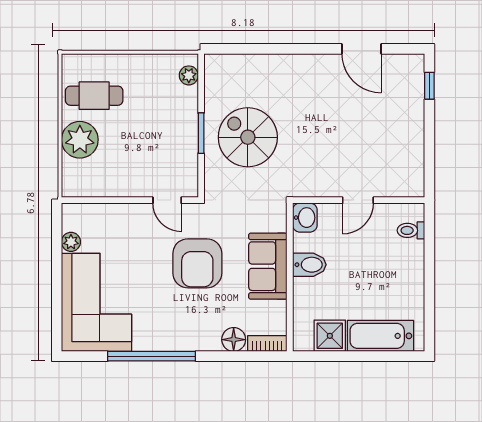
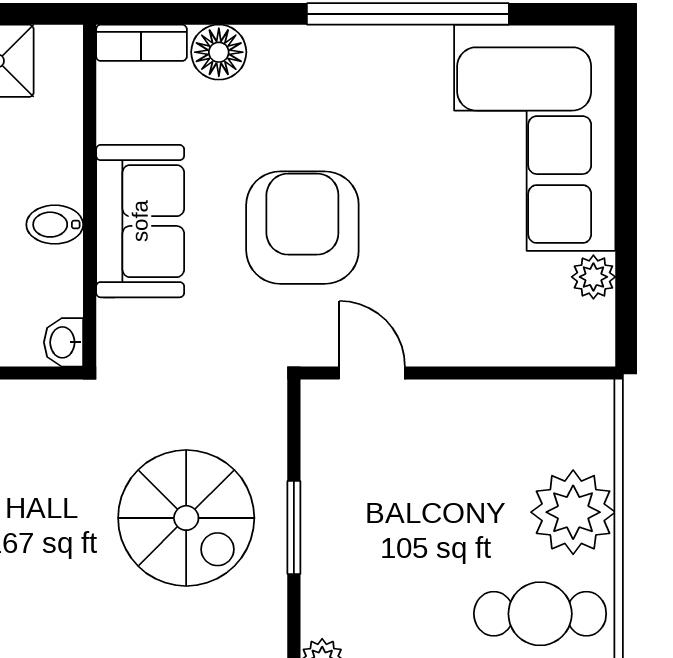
washbasin: (305, 218) -> (64, 342), width x0.72, depth x0.69
bidet: (309, 265) -> (55, 225), width x0.72, depth x0.74

